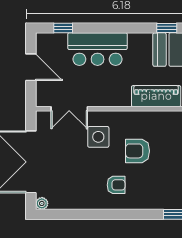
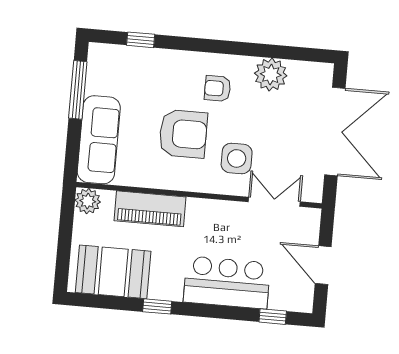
window: (167, 28) -> (157, 306), moved
armchair: (137, 151) -> (183, 134), width x1.36, depth x1.36
plant: (42, 203) -> (271, 75), moved, width x1.87, depth x1.87

